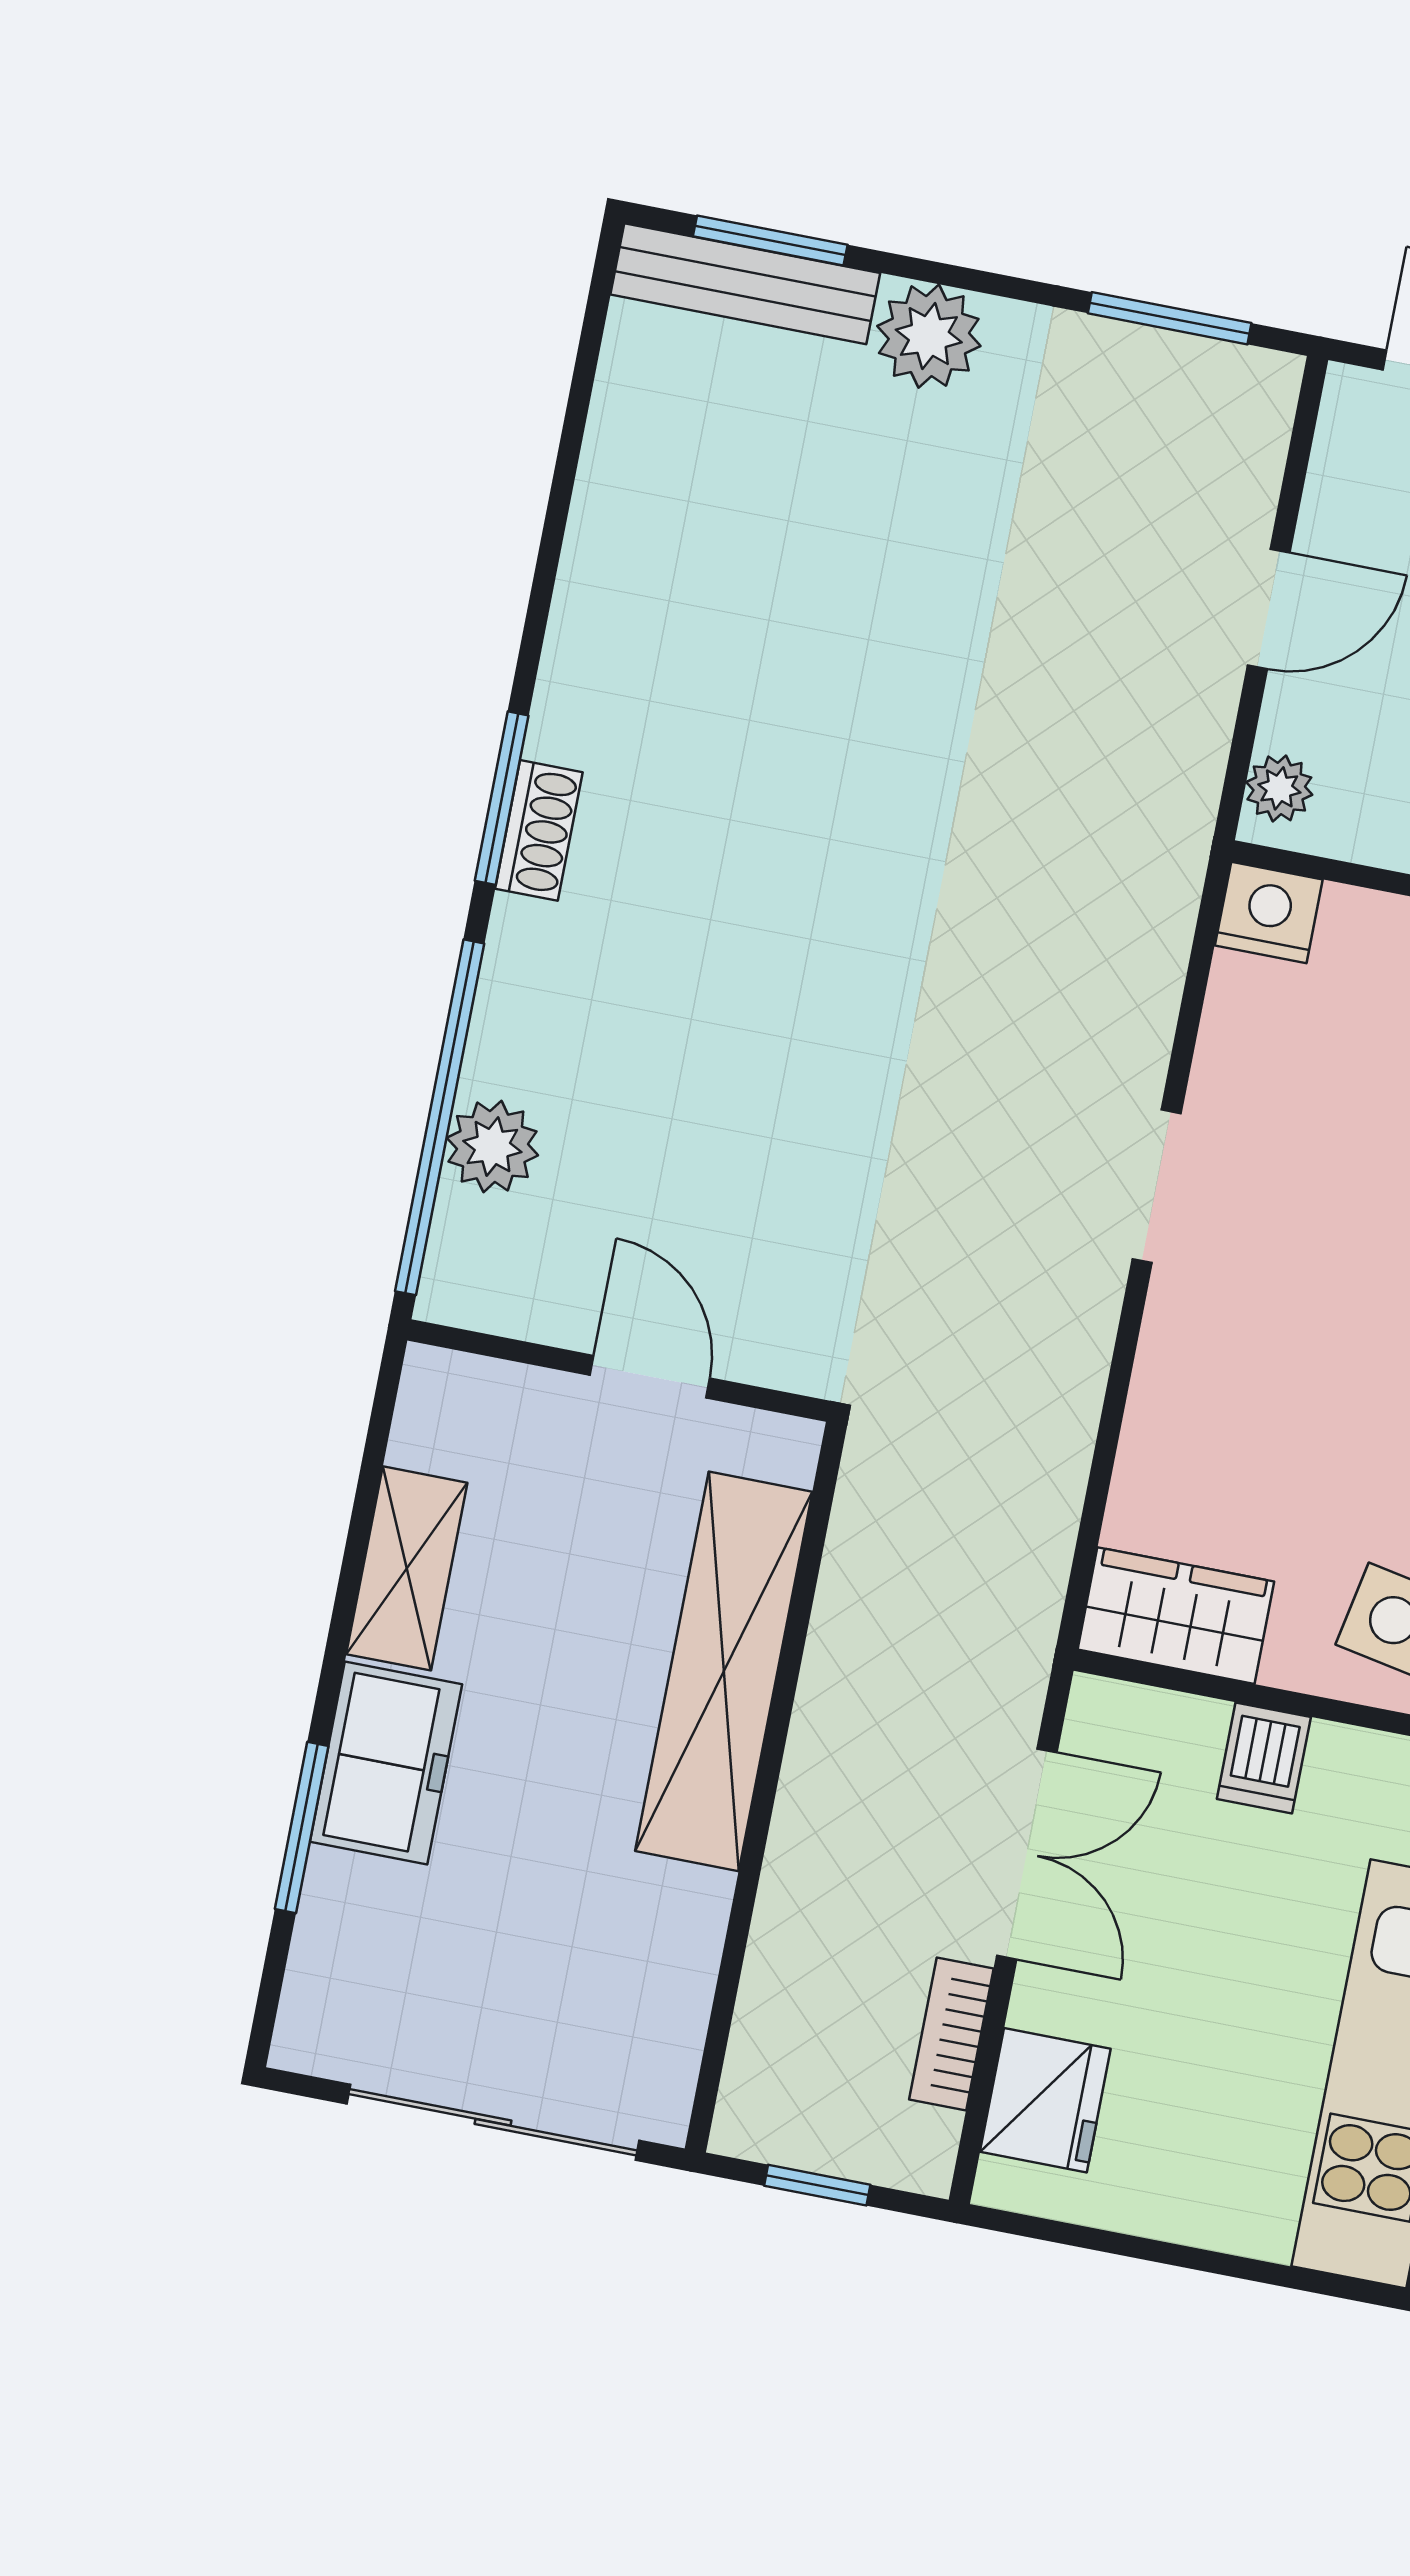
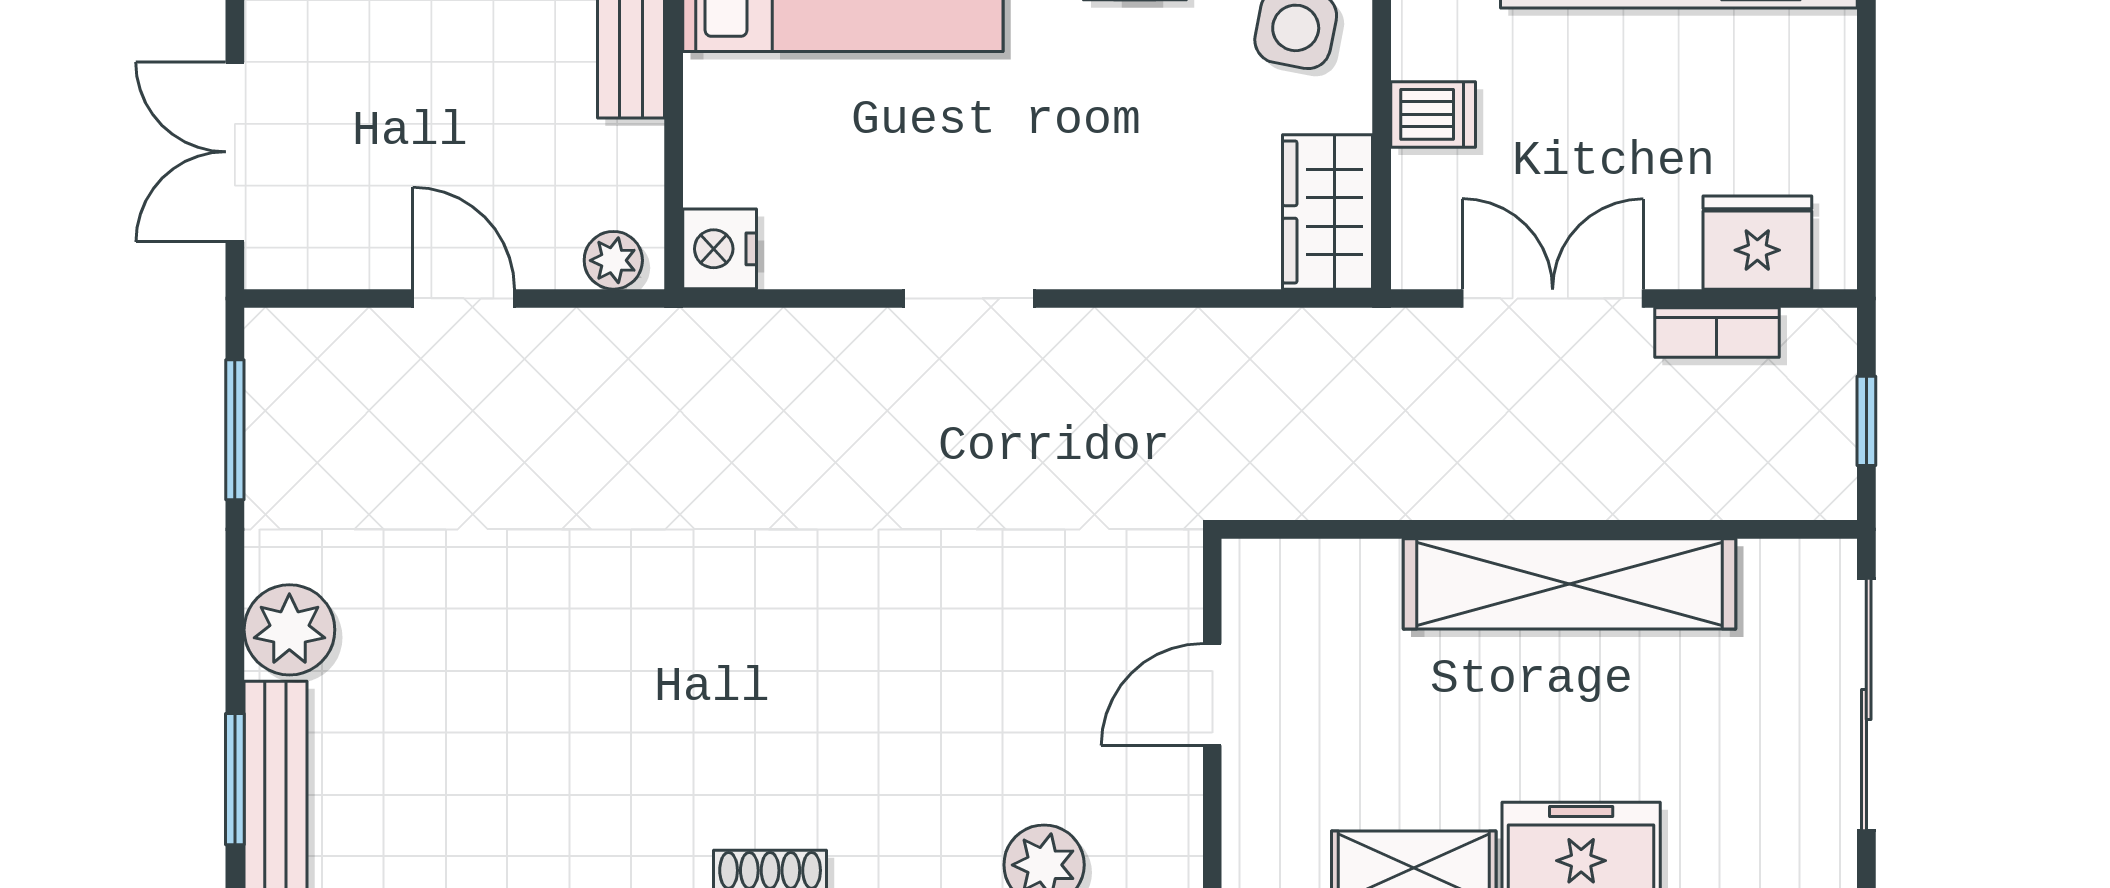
shelving: (724, 1671) -> (1569, 584), moved

